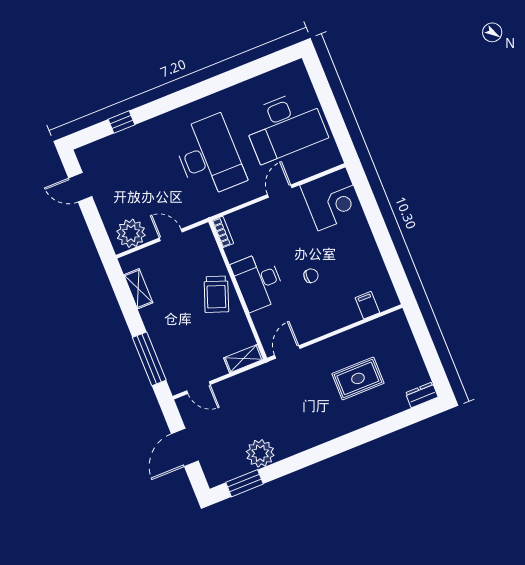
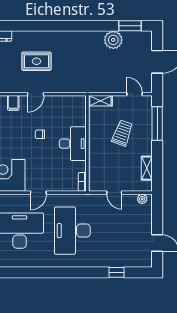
plant: (131, 233) -> (142, 199), width x0.53, depth x0.53
trolley: (216, 294) -> (122, 133), moved
door: (287, 352) -> (36, 94), moved

